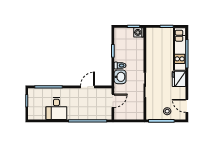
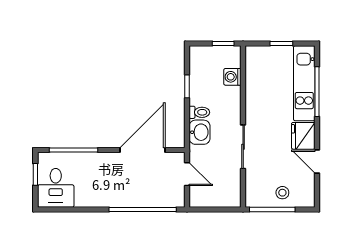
washing machine: (139, 32) -> (232, 77), moved
door: (88, 87) -> (142, 150), width x1.88
door: (113, 101) -> (187, 174), hinge flipped
door: (187, 106) -> (317, 161), moved
desk: (56, 108) -> (56, 188), moved

